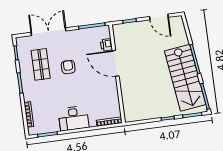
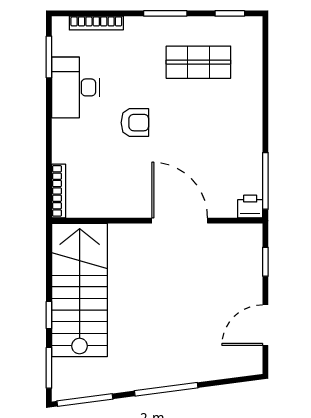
double door: (49, 32) -> (265, 88), removed
printer: (106, 45) -> (250, 206), moved
door: (116, 63) -> (180, 221), hinge flipped
armchair: (68, 67) -> (135, 123), moved
stairs: (185, 78) -> (80, 290), moved, turned 97
desk: (74, 118) -> (76, 87), moved

